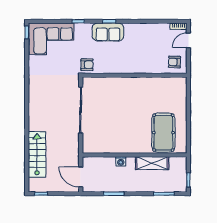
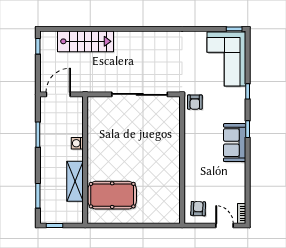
sofa: (108, 32) -> (235, 143), moved

